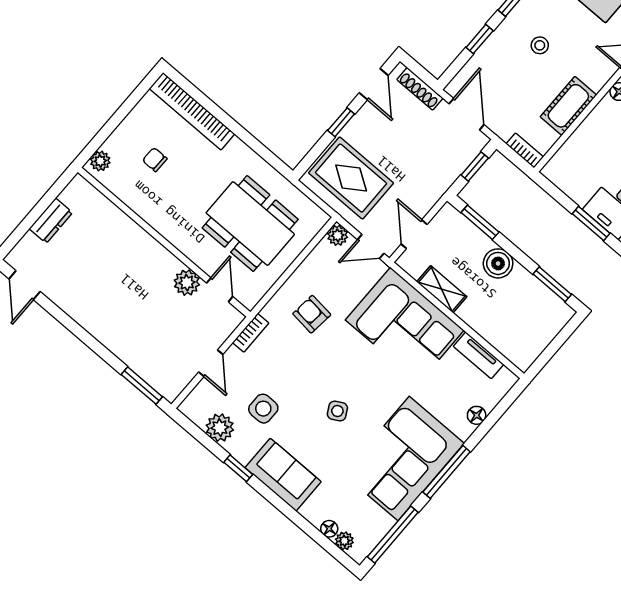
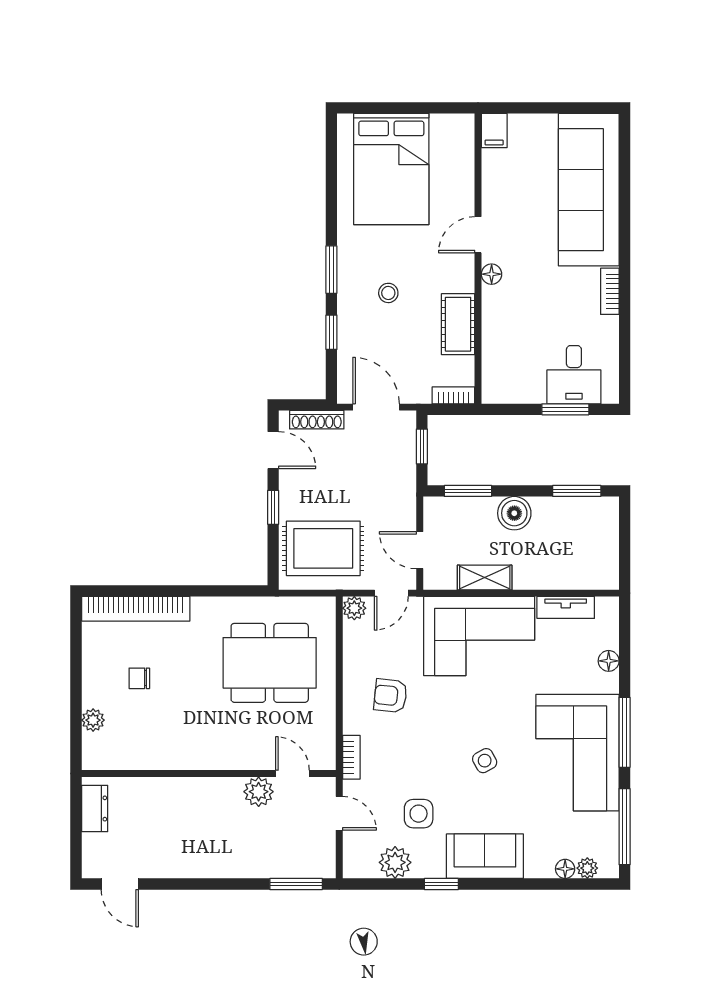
wall: (164, 242) -> (209, 774), moved
plant: (187, 283) -> (259, 792), moved
door: (220, 290) -> (292, 774), moved

